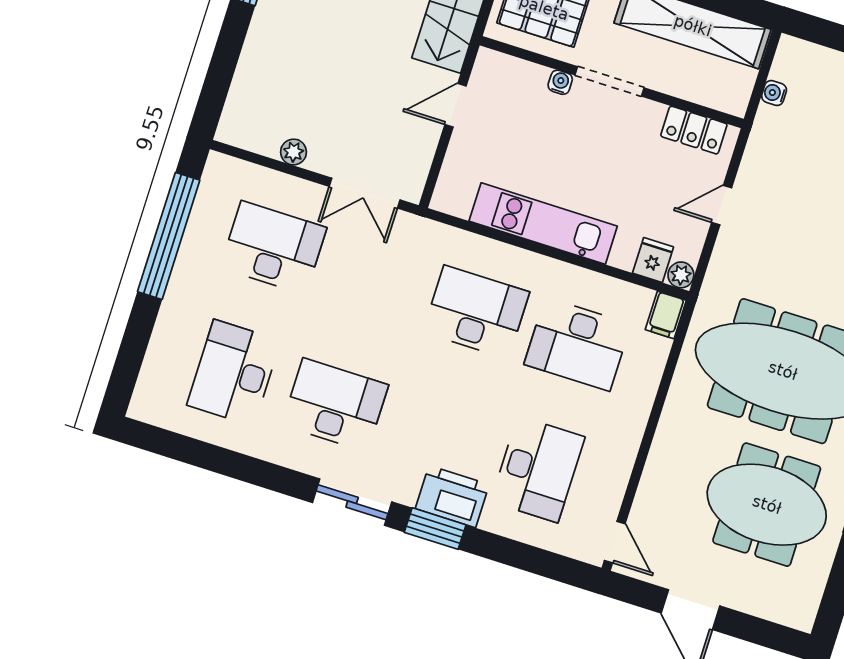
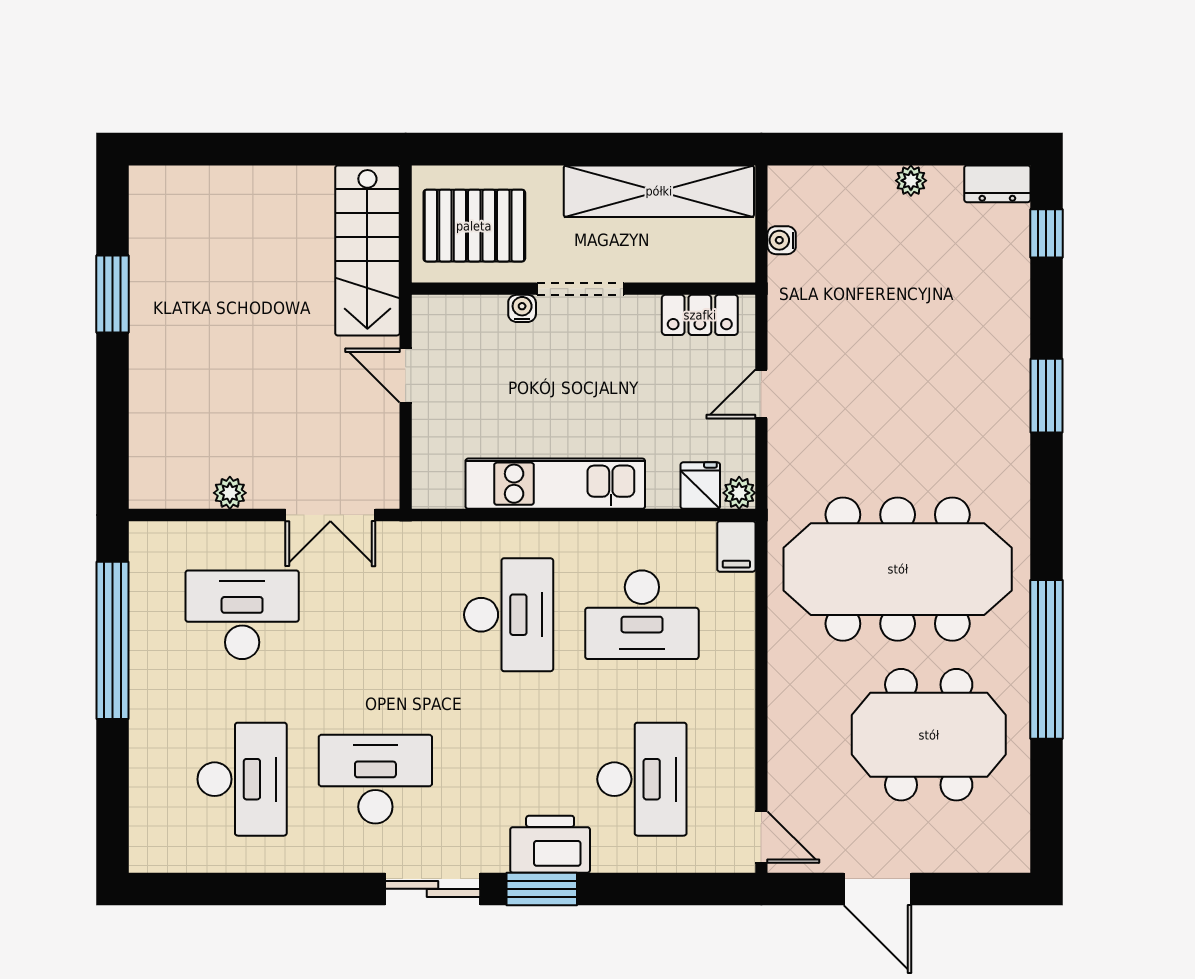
door: (455, 105) -> (406, 376), hinge flipped
desk: (476, 312) -> (509, 615), turned 90
desk: (234, 373) -> (242, 779), turned 180

